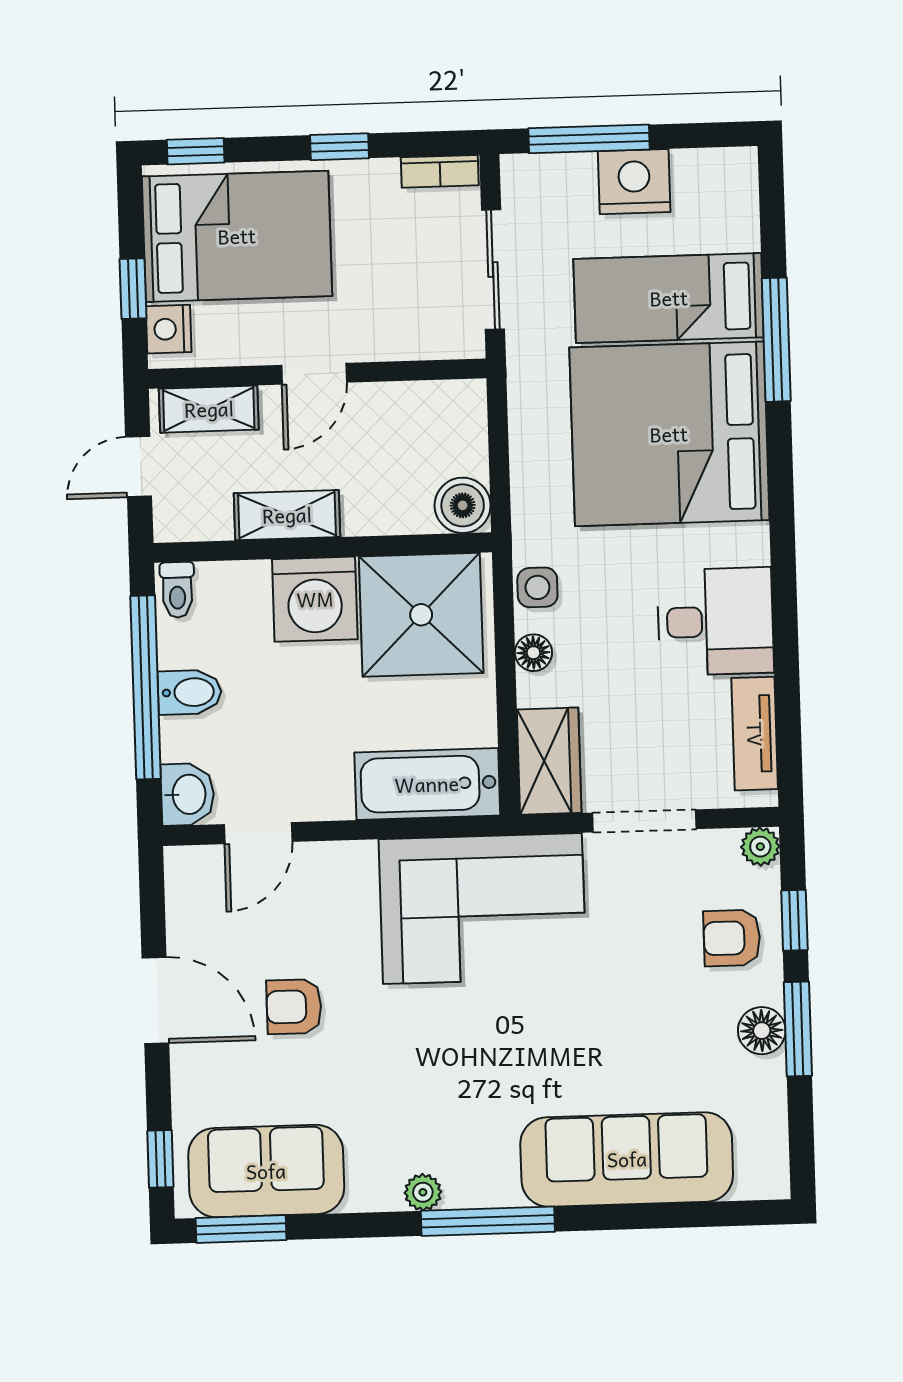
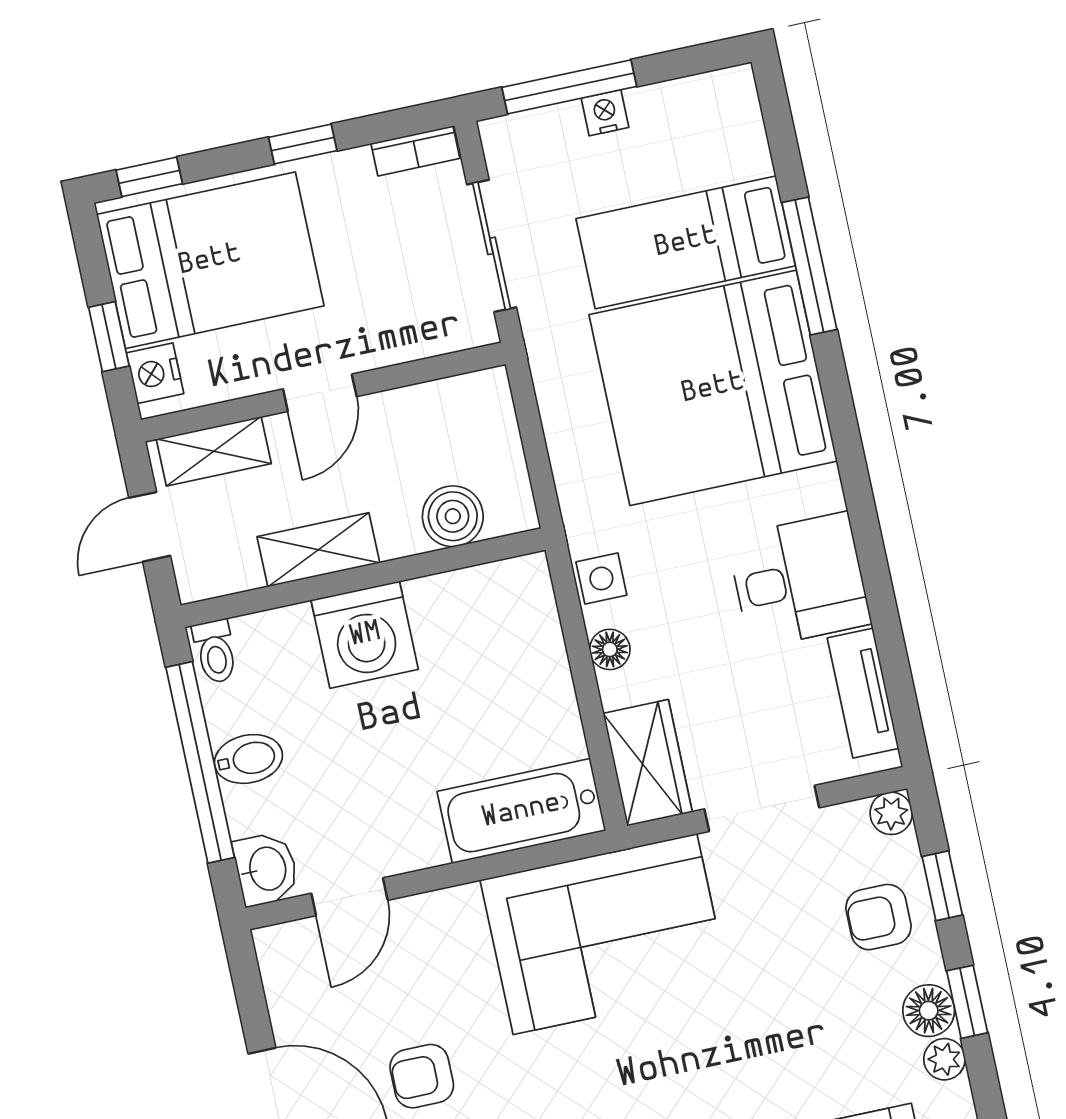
nightstand: (634, 182) -> (605, 113), width x0.53, depth x0.56
boiler: (463, 505) -> (453, 516), moved
shower: (421, 615) -> (482, 631), removed
window: (798, 1029) -> (967, 1002), width x0.67
plant: (768, 1077) -> (944, 1059), added

